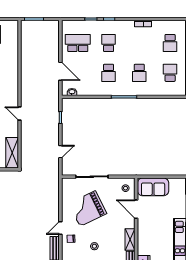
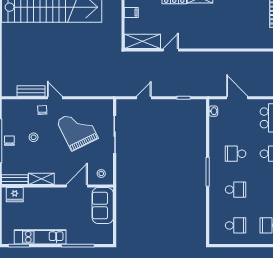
door: (60, 71) -> (237, 98), swing flipped
school desk: (139, 73) -> (236, 190), turned 180
door: (20, 114) -> (171, 50), moved
door: (60, 152) -> (144, 98), swing flipped

